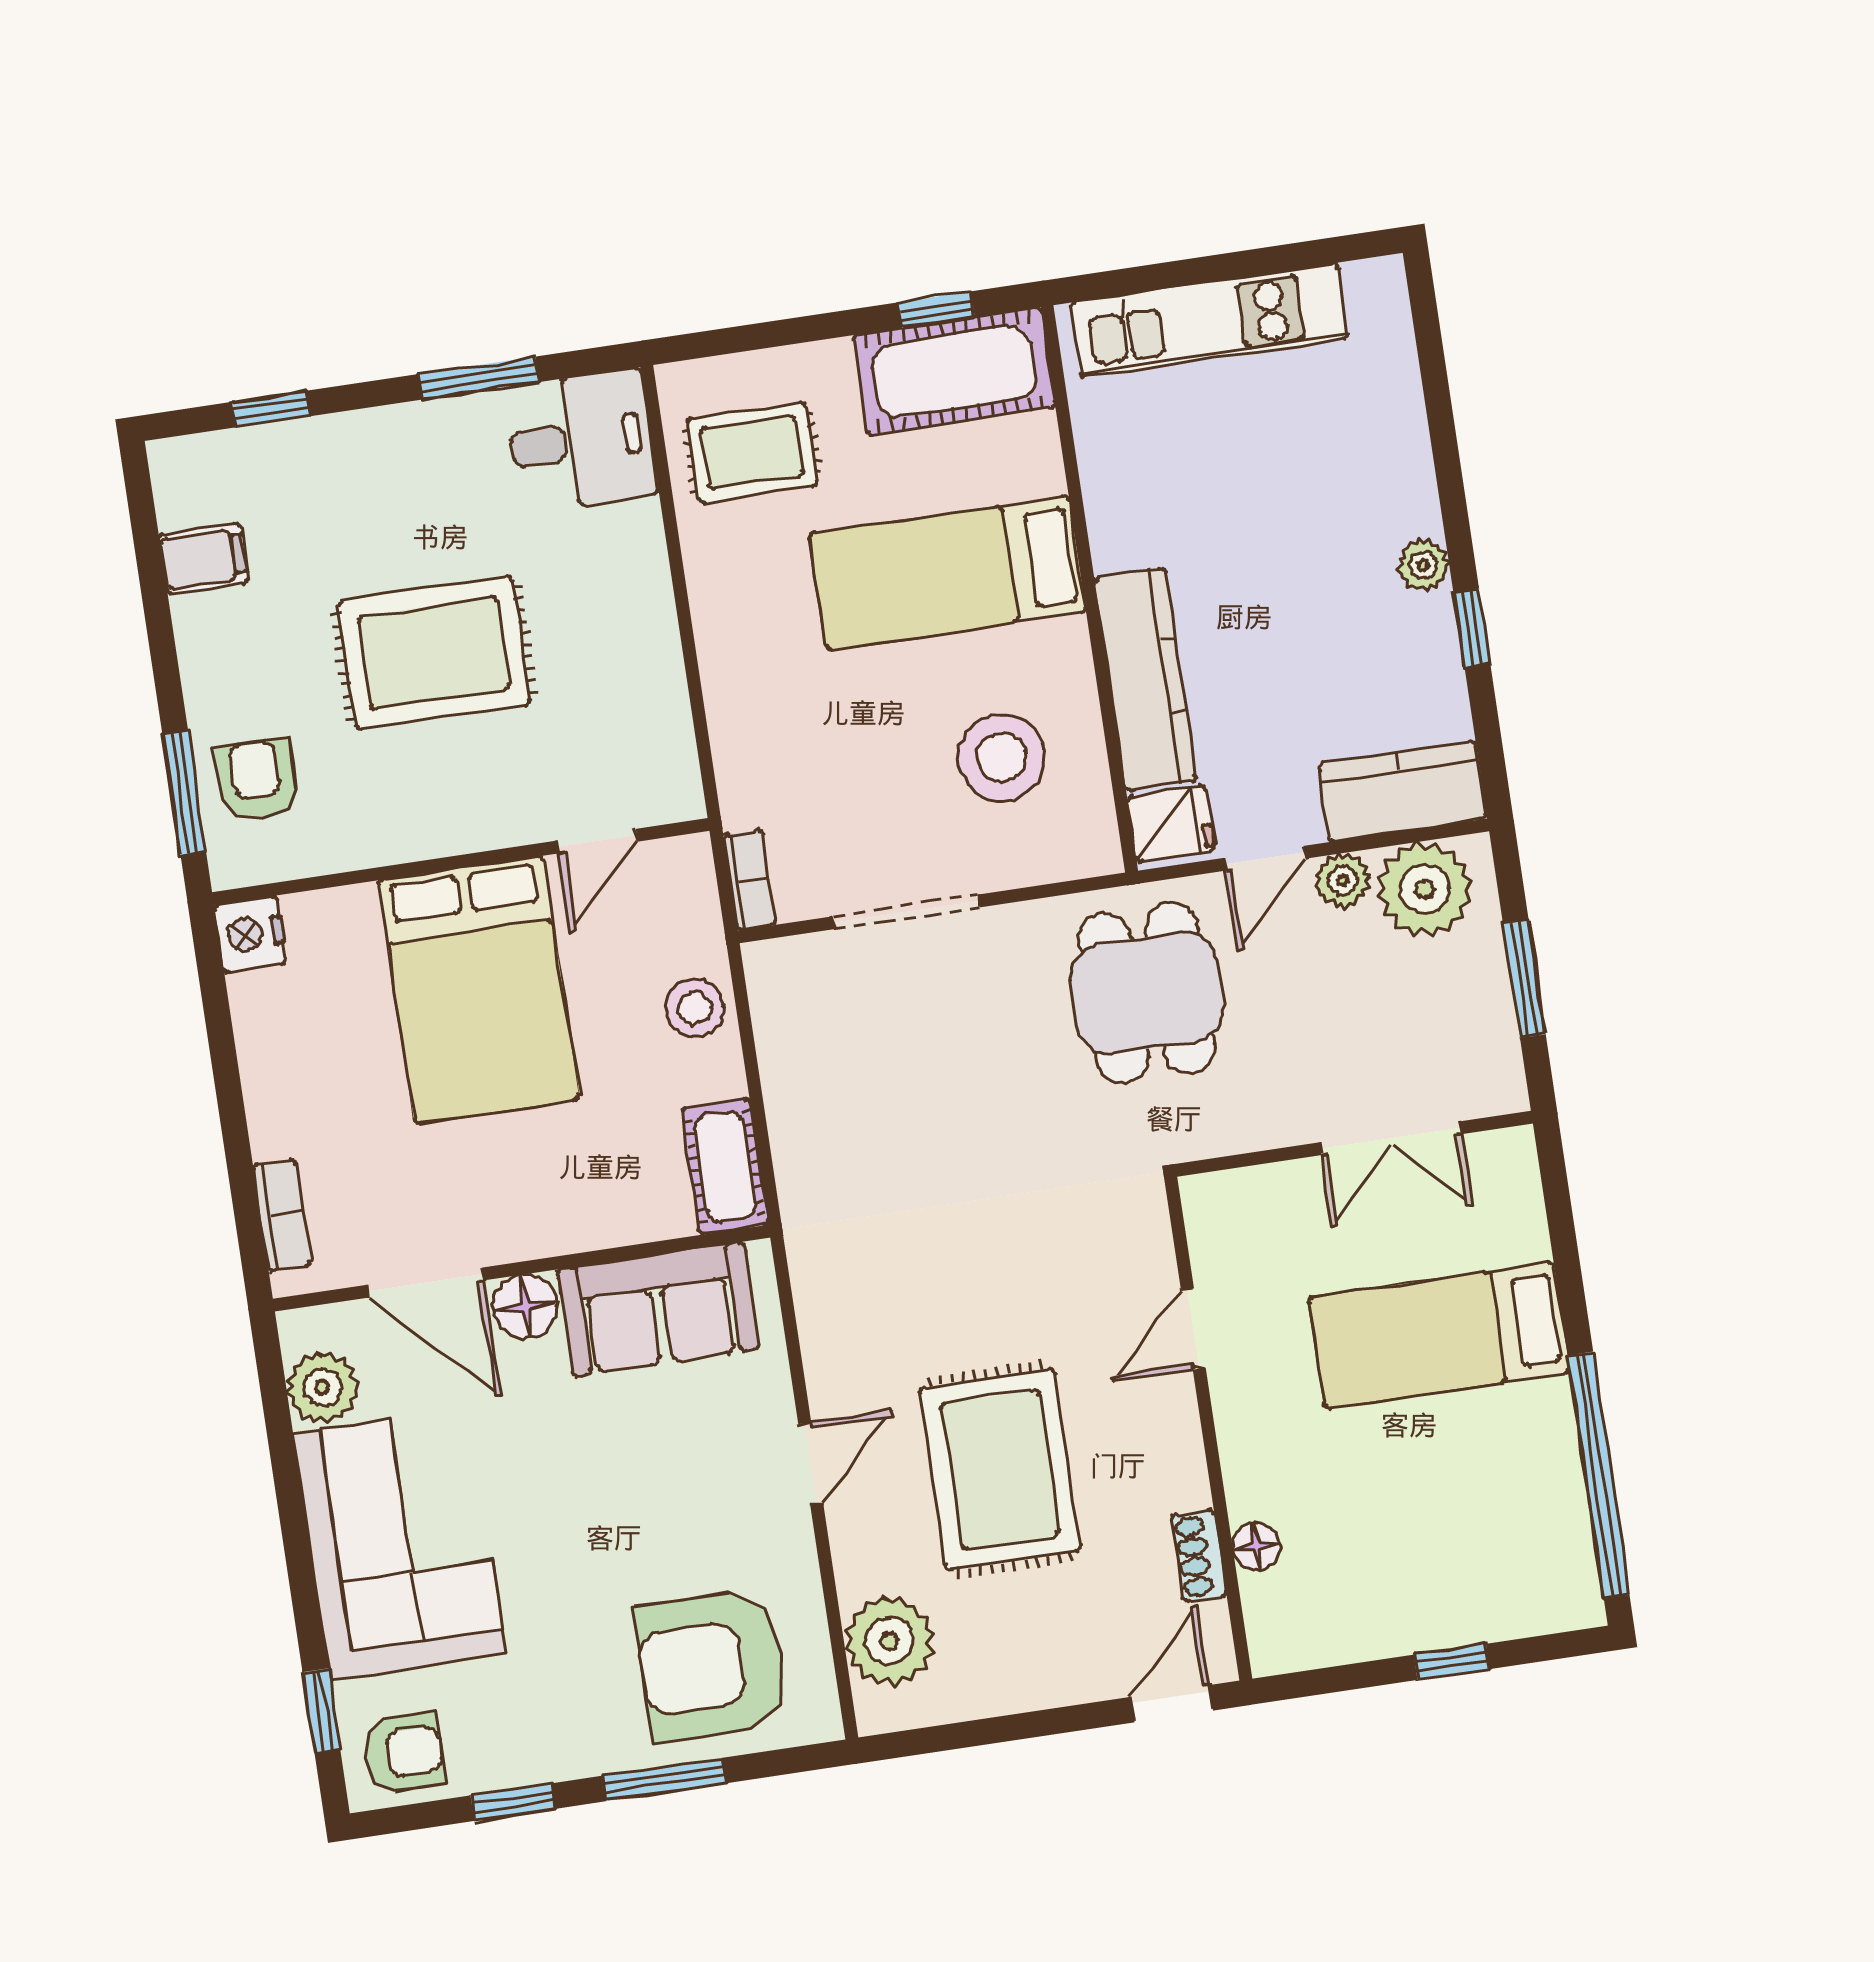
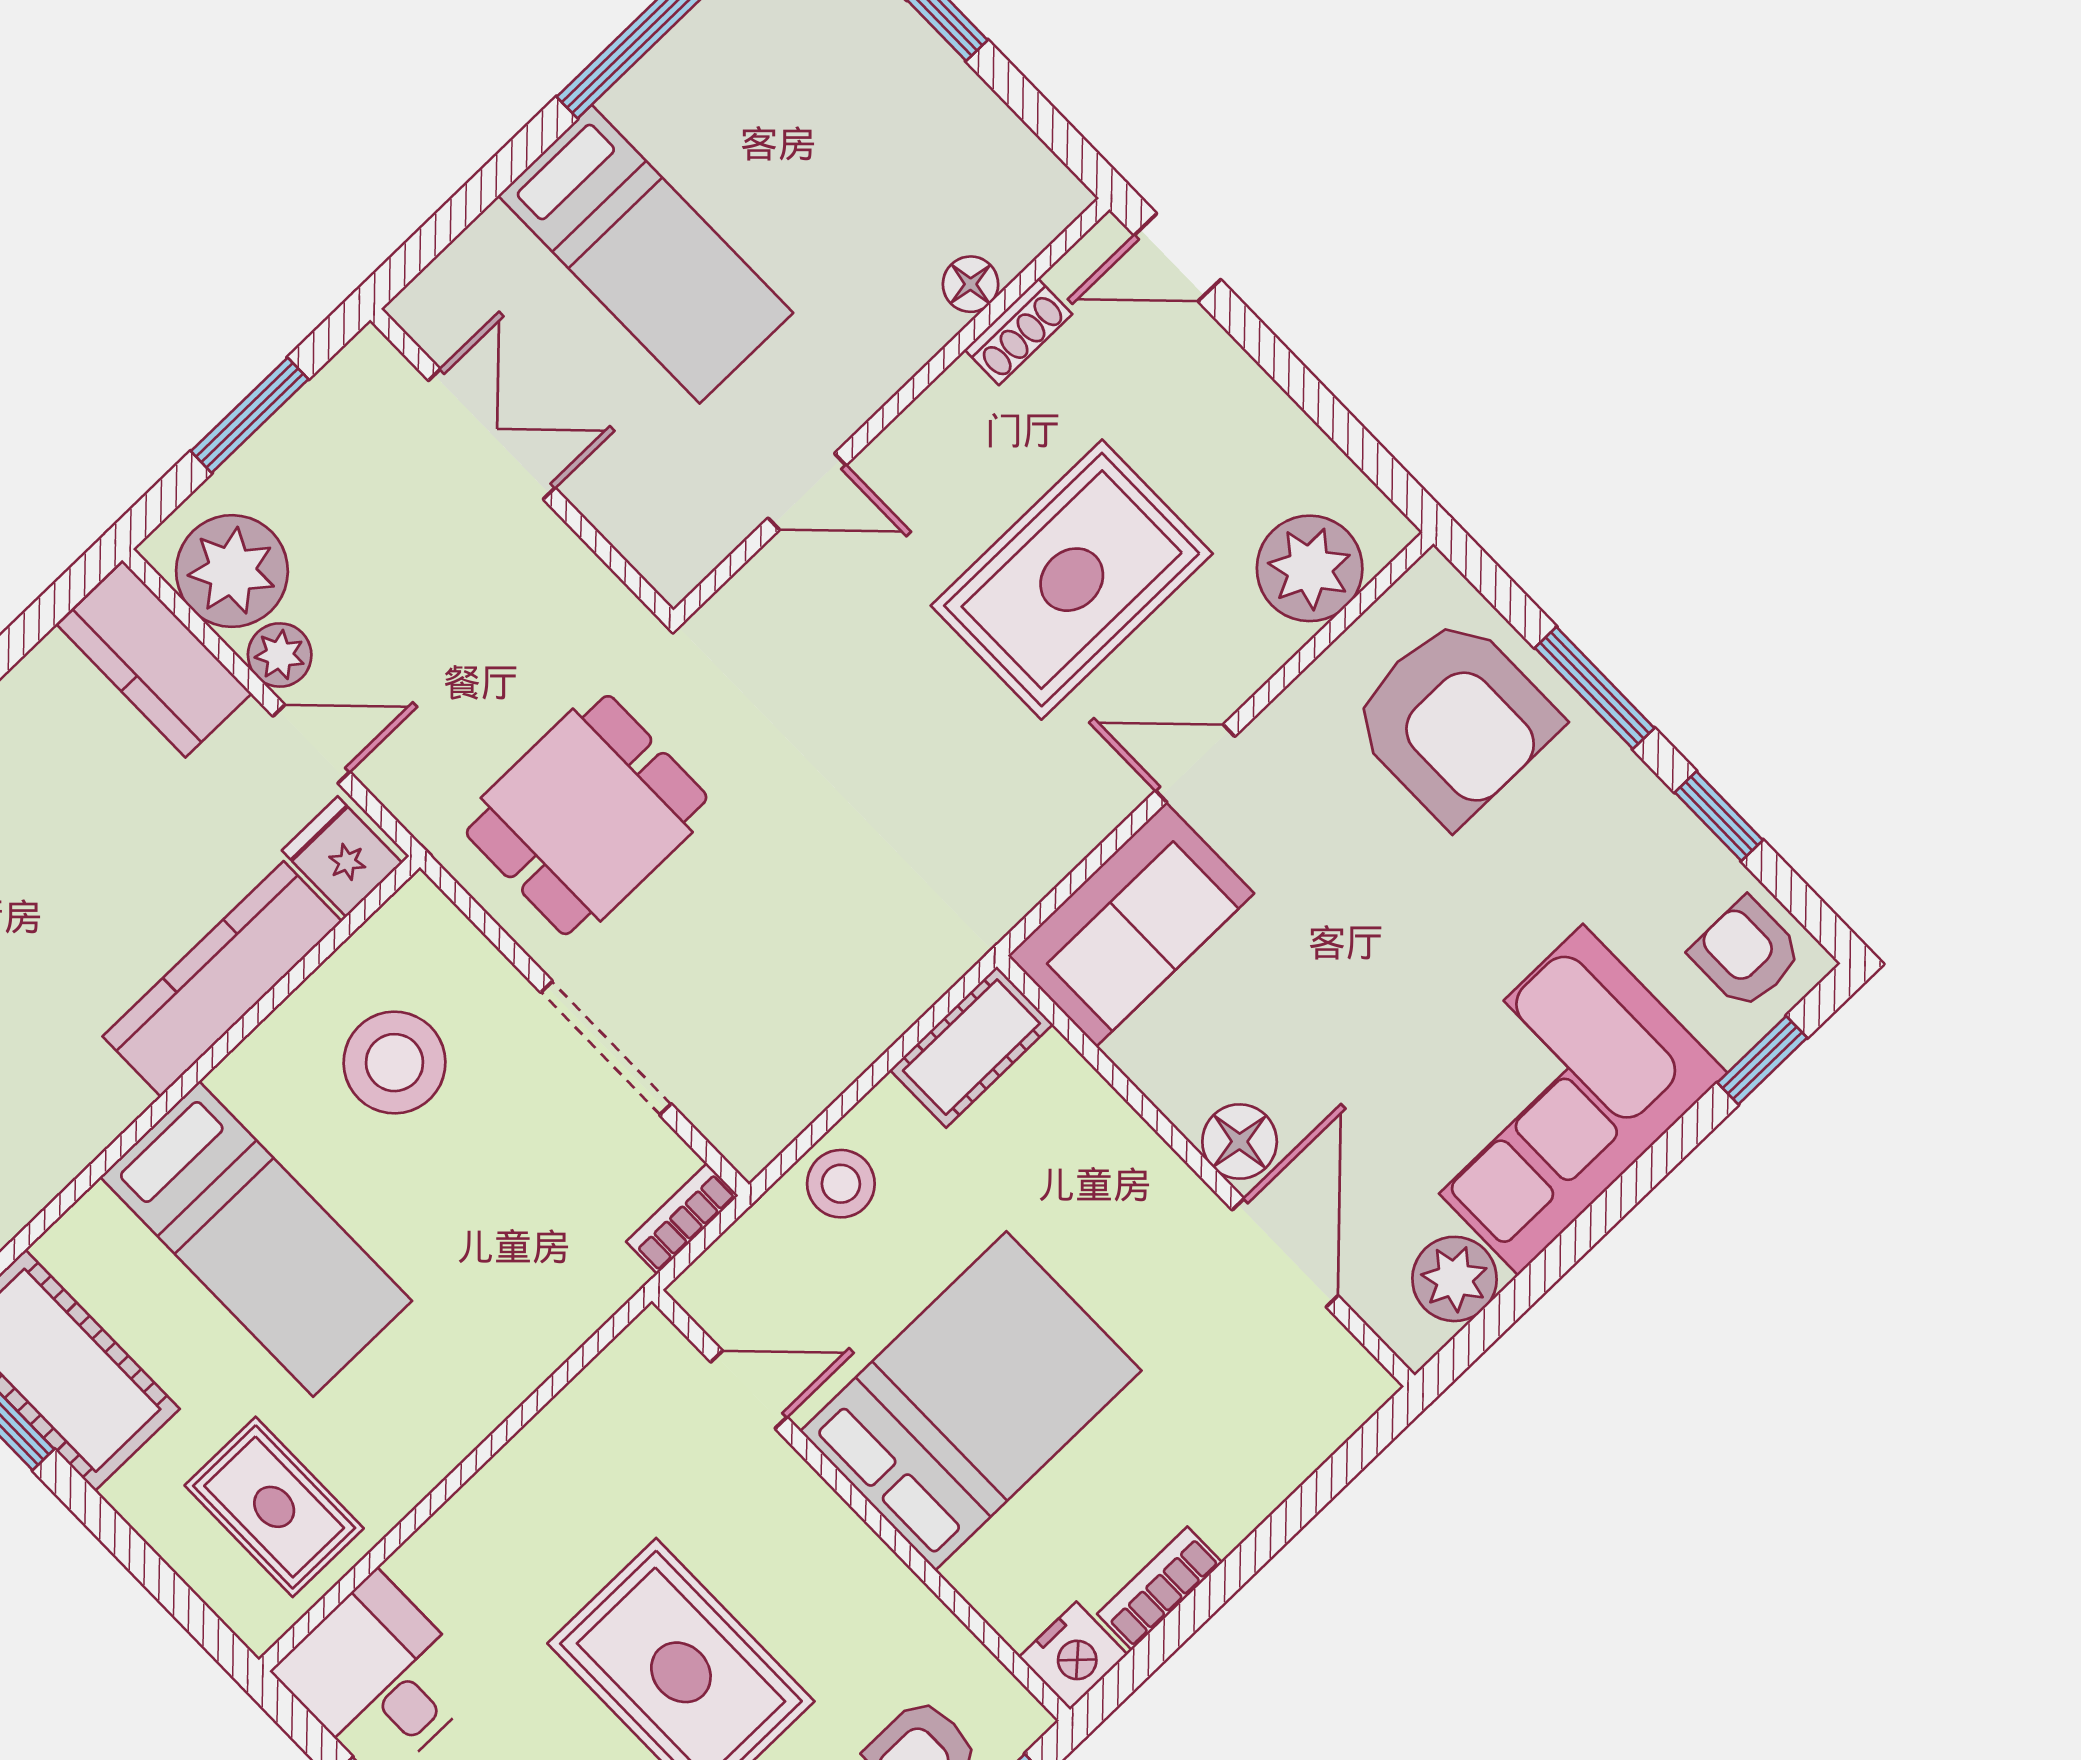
dining table: (1147, 993) -> (587, 815), moved
bookcase: (282, 1215) -> (1160, 1588), moved
sofa: (658, 1309) -> (1131, 924), moved, turned 90

